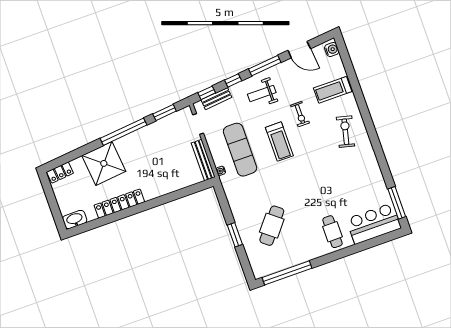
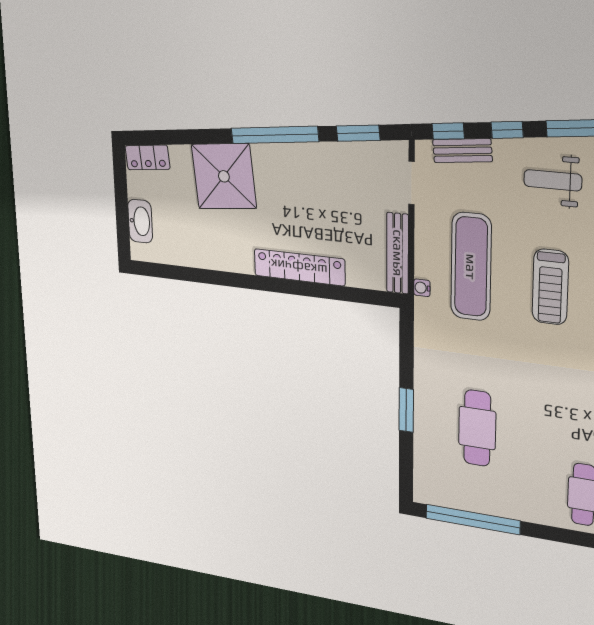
locker: (119, 204) -> (299, 267), moved
washbasin: (75, 220) -> (140, 221), moved, turned 90
cafe table: (272, 226) -> (477, 428), turned -39

